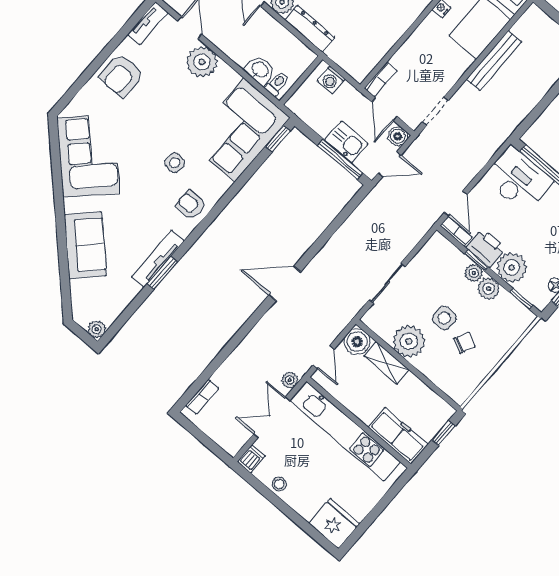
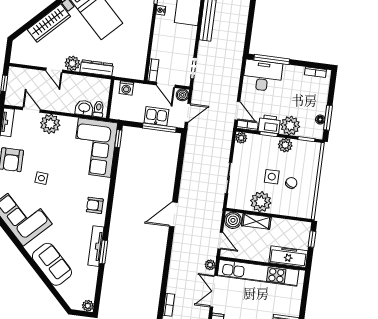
side table: (175, 163) -> (41, 178), moved
plant: (474, 273) -> (241, 138), moved

